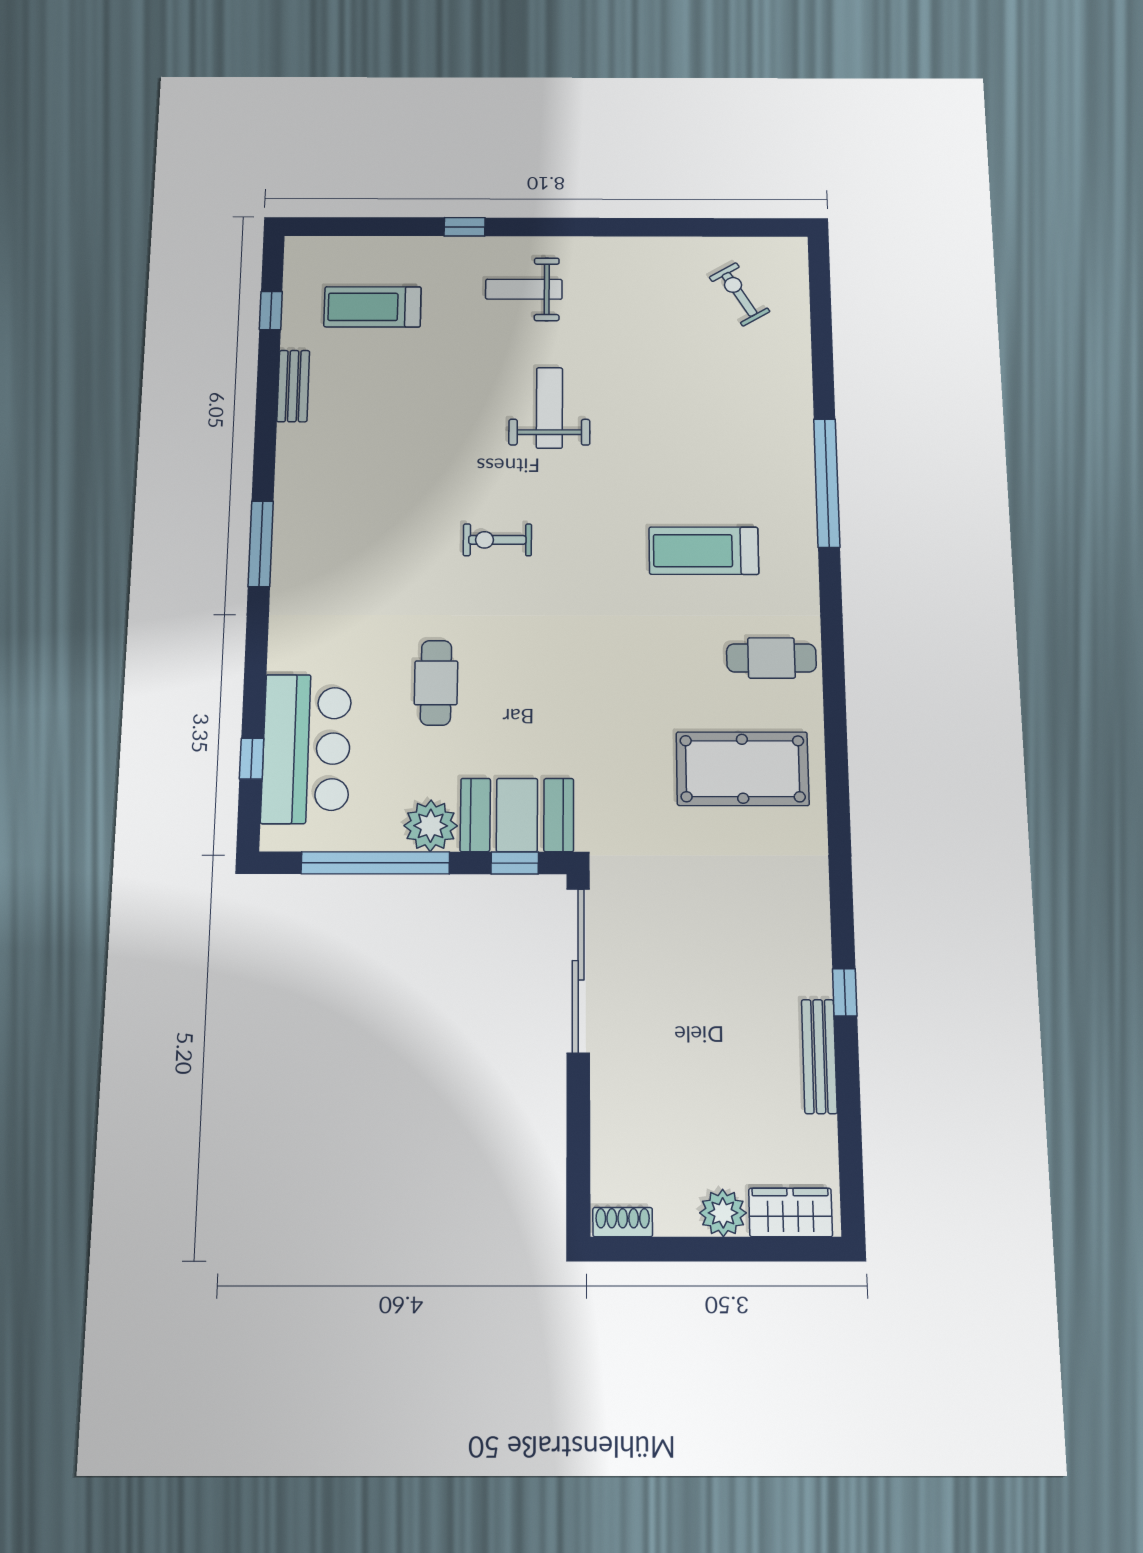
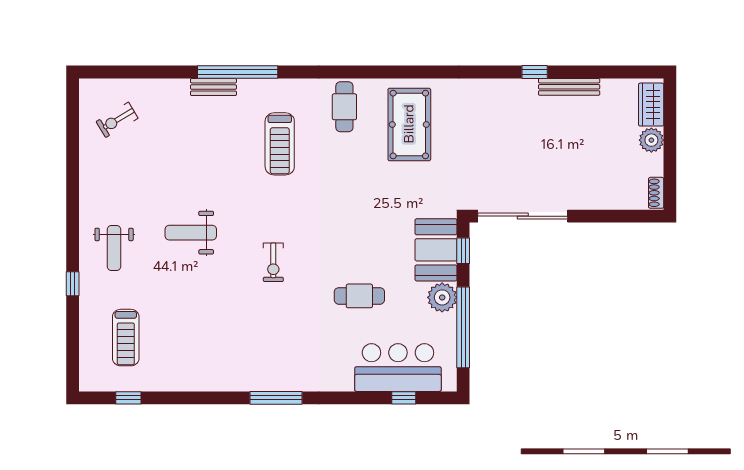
bench: (293, 386) -> (213, 87), moved

